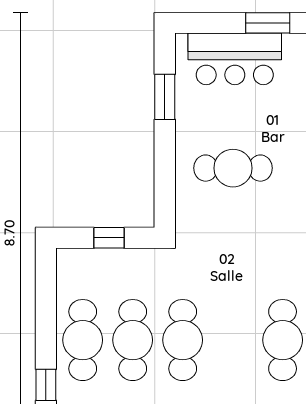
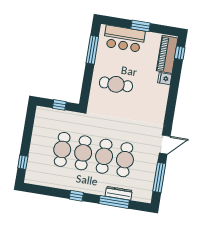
window: (165, 97) -> (92, 50), width x1.44
cafe table: (83, 340) -> (104, 156), moved

